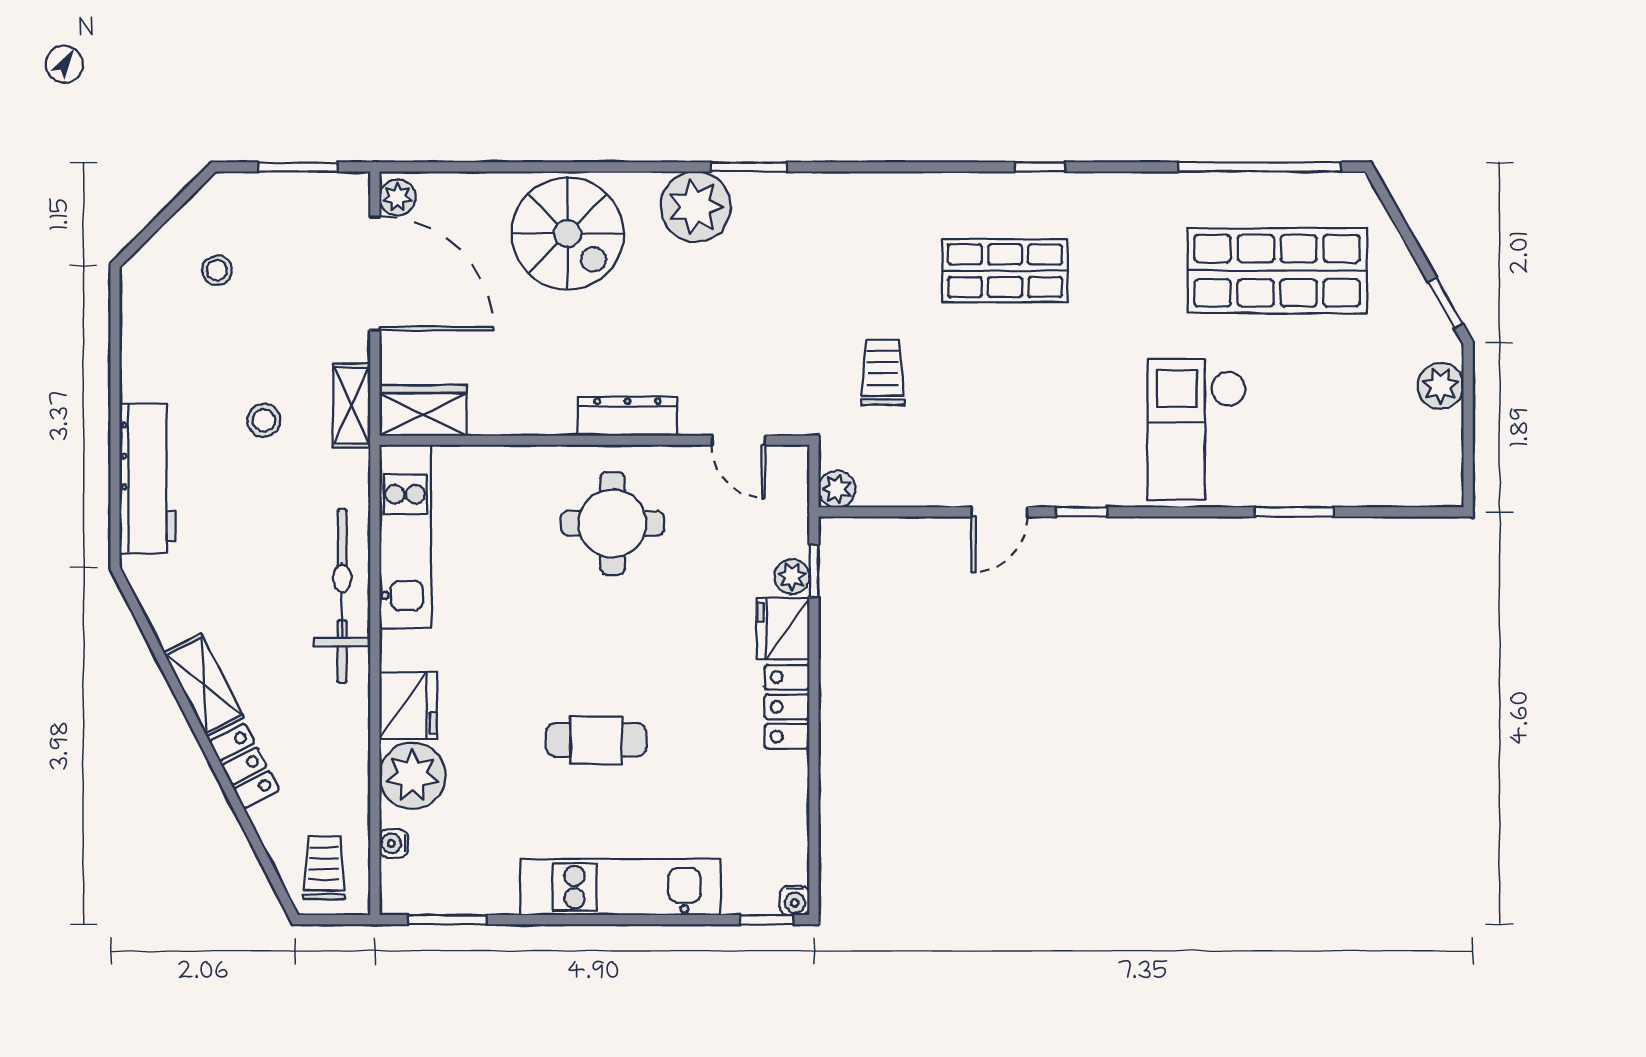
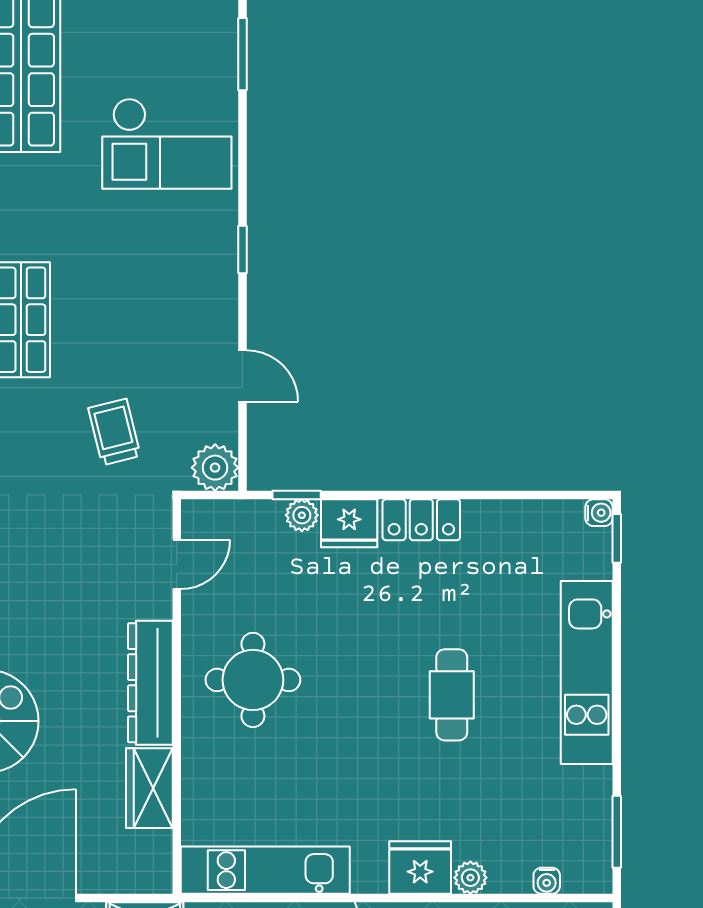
trolley: (883, 372) -> (114, 432), turned 76
wardrobe: (423, 410) -> (149, 788), moved
dresser: (628, 416) -> (150, 683), width x1.37, depth x1.24
plant: (837, 489) -> (215, 468), width x1.38, depth x1.38
door: (999, 512) -> (242, 376), moved
plant: (413, 776) -> (470, 878), width x0.53, depth x0.53

